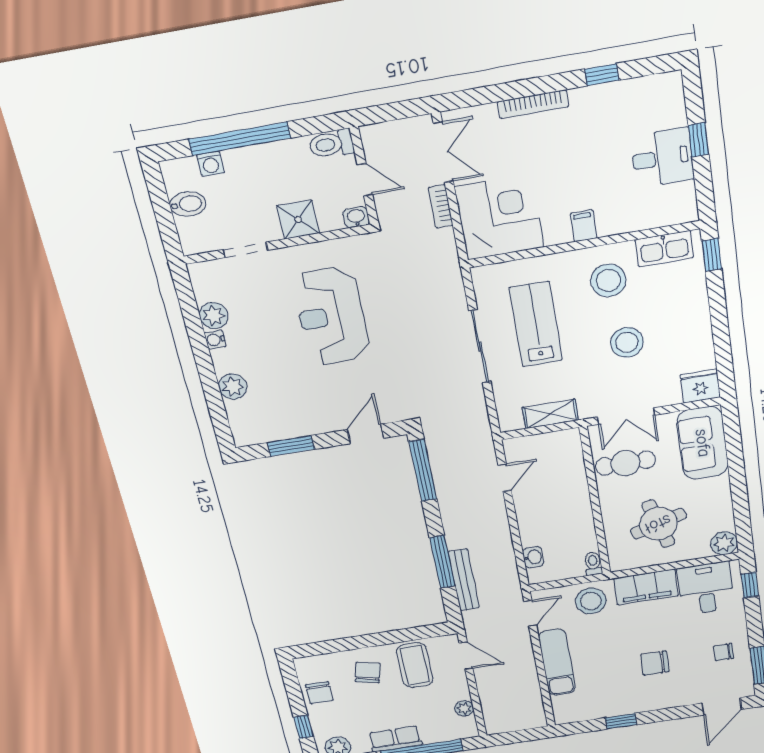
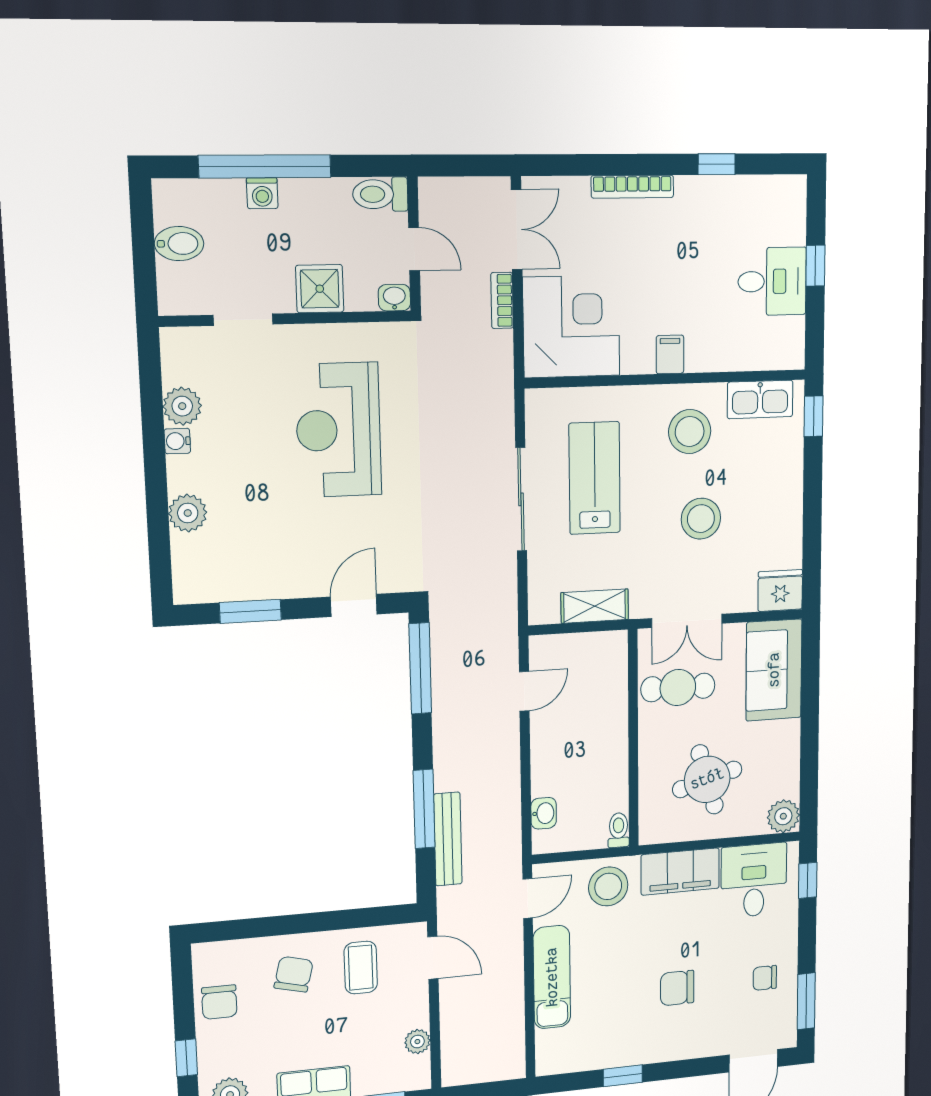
washing machine: (211, 164) -> (262, 193), moved
coffee table: (415, 665) -> (361, 968), width x0.73, depth x0.77

